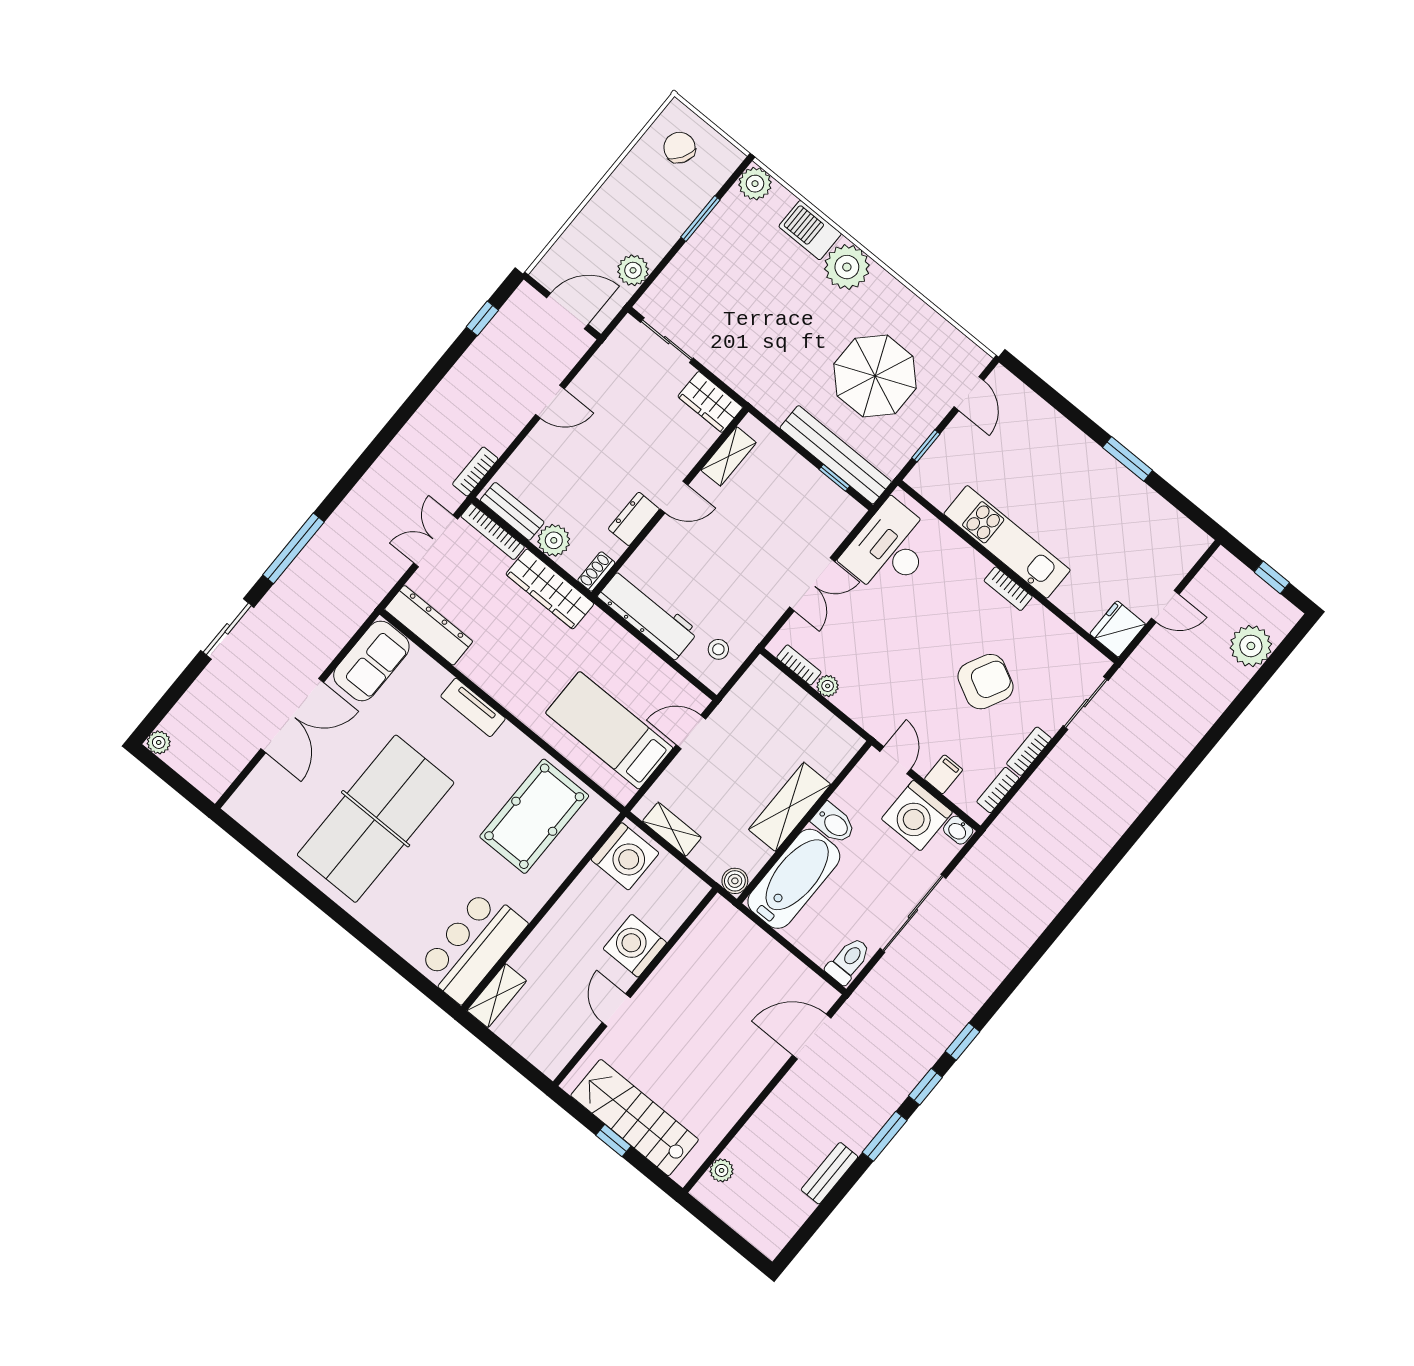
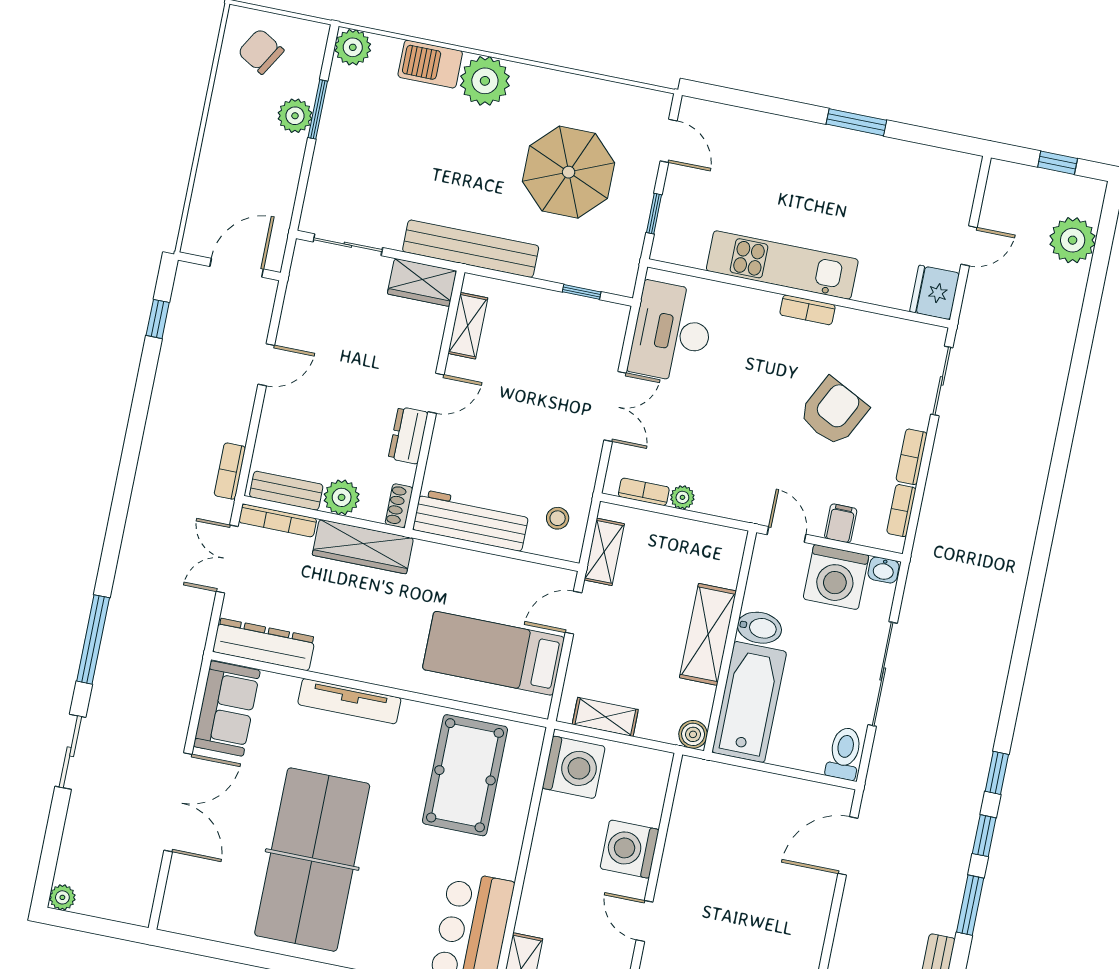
plant: (633, 270) -> (295, 116), moved
bench: (836, 455) -> (471, 249), moved
shelving: (742, 696) -> (604, 552), added
tv unit: (473, 707) -> (349, 701), width x1.41

